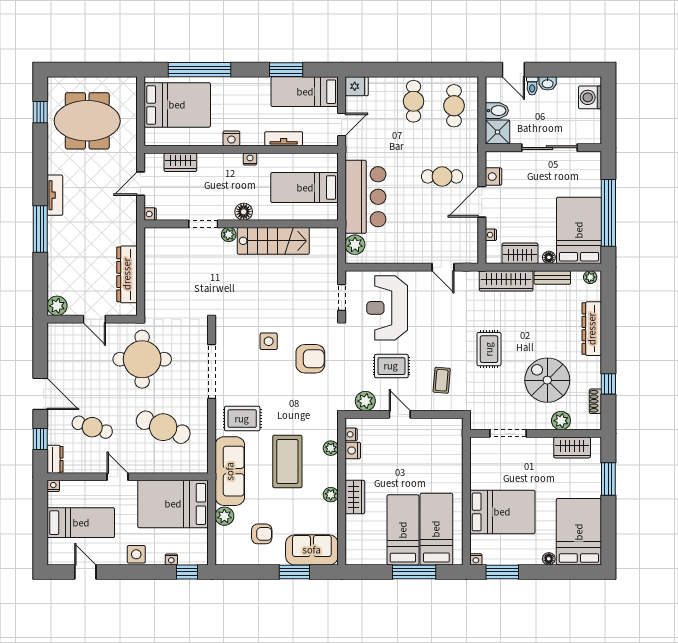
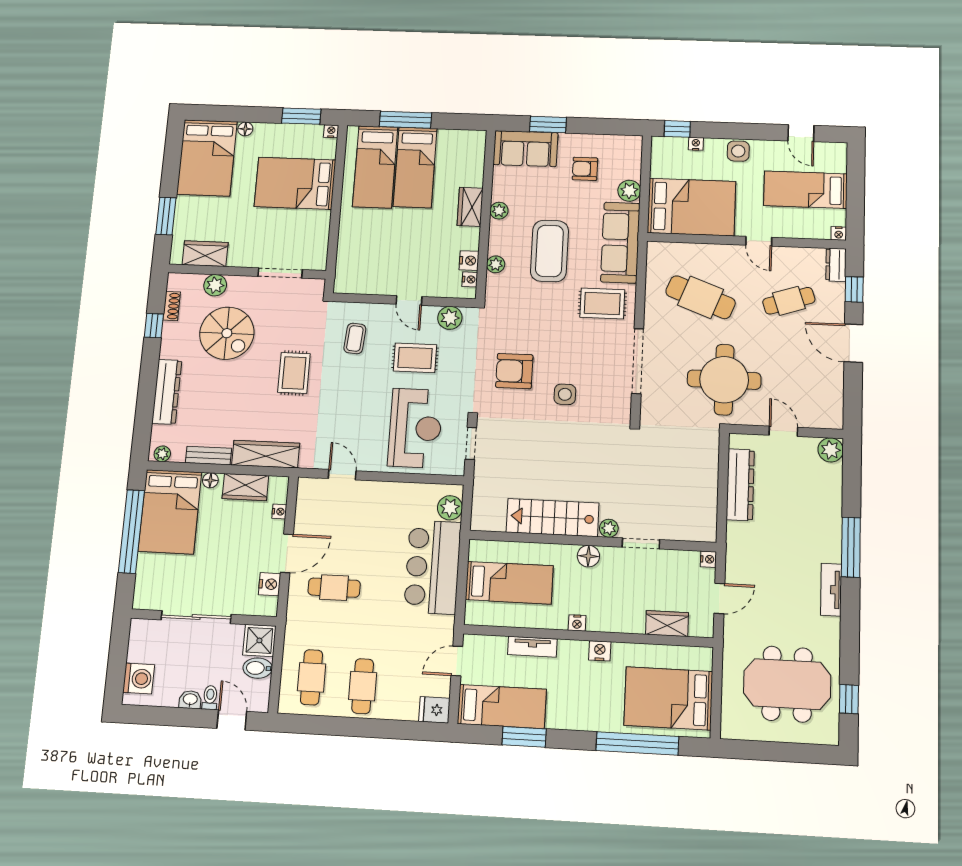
cafe table: (92, 427) -> (789, 301), turned -36

